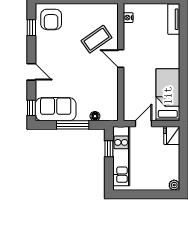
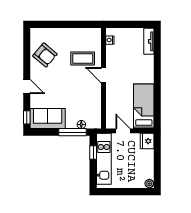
armchair: (51, 19) -> (45, 55), moved, turned -50
window: (31, 28) -> (27, 49), removed
coffee table: (97, 39) -> (83, 59), turned 35
door: (144, 124) -> (123, 131), hinge flipped
window: (73, 125) -> (72, 132), moved

